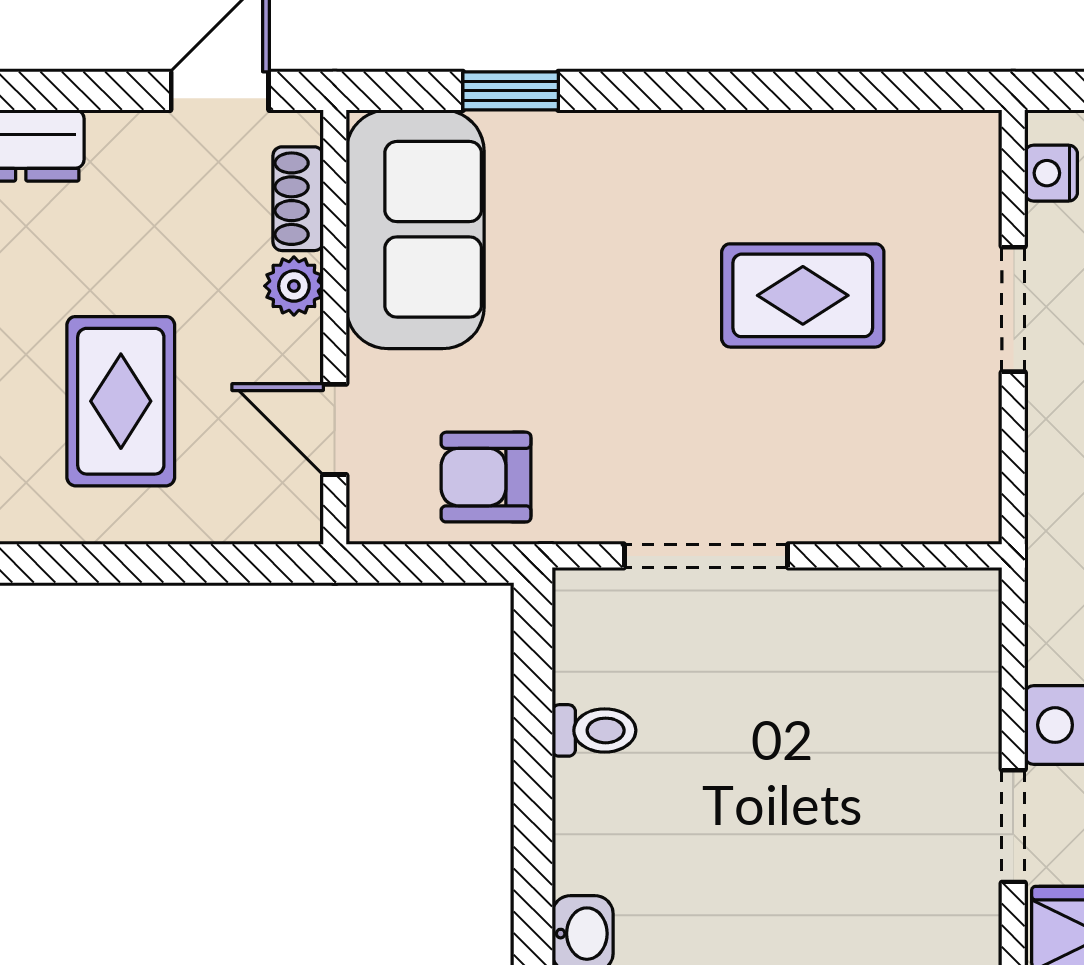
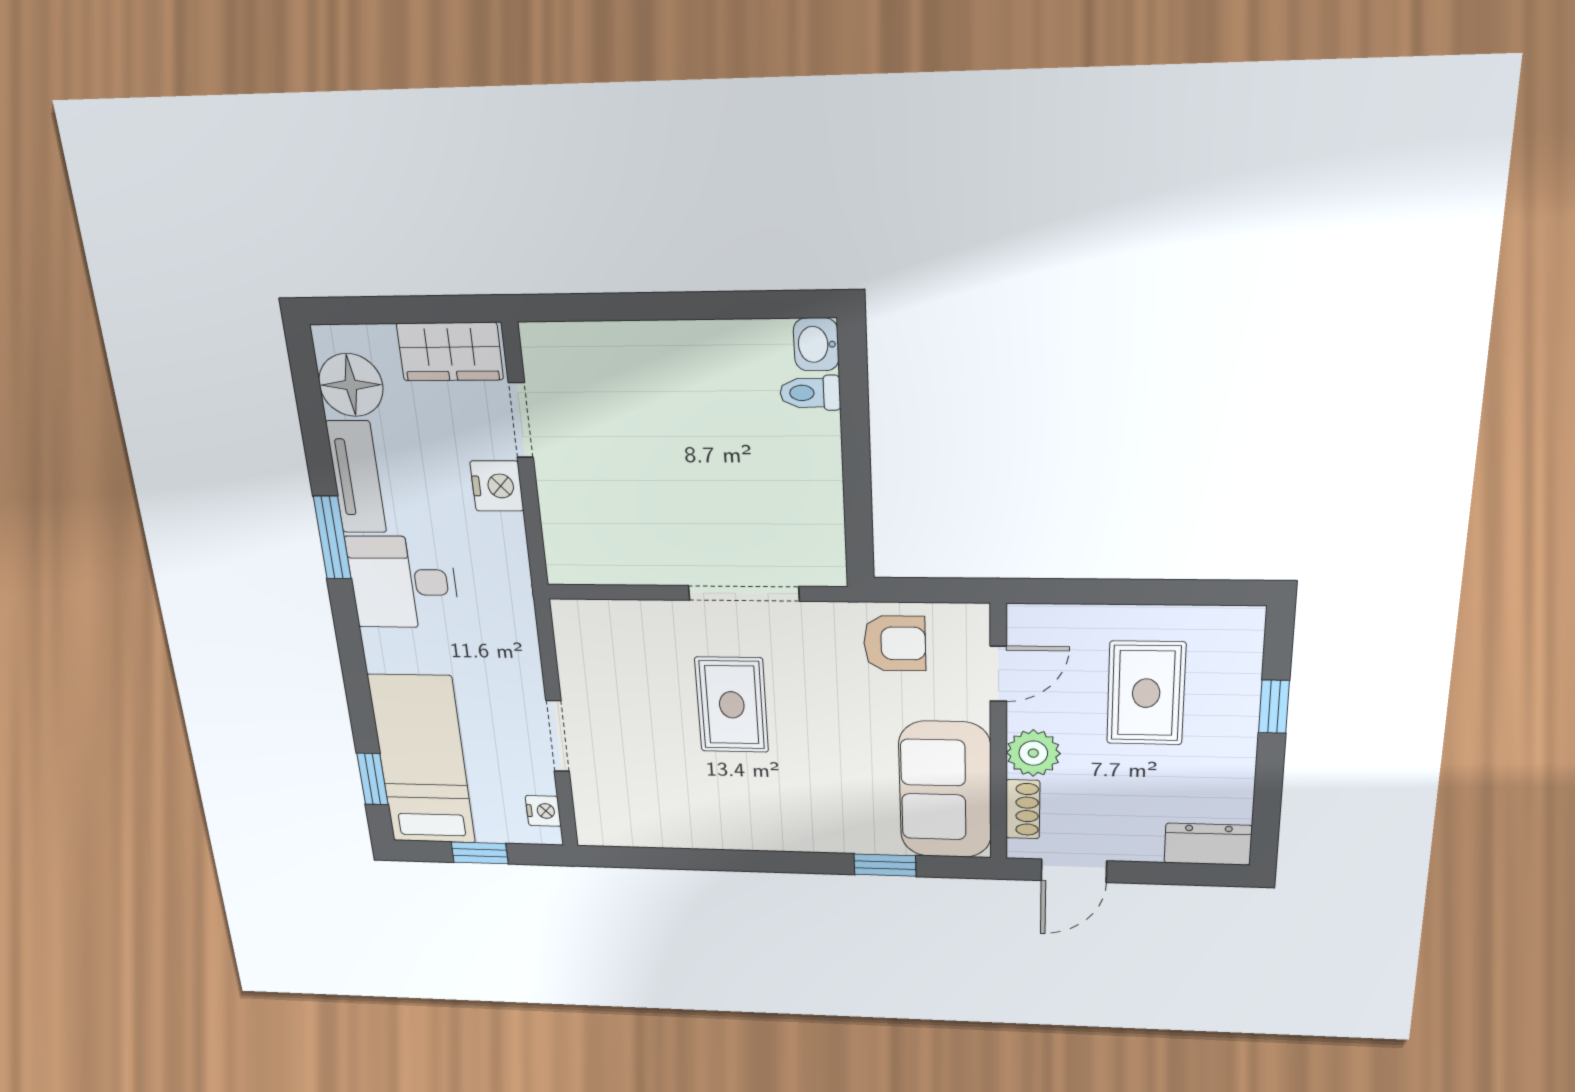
plant: (294, 286) -> (1033, 753), width x1.38, depth x1.38
rug: (803, 295) -> (732, 705), moved, turned 90
door: (335, 429) -> (998, 674), hinge flipped
toilet: (594, 730) -> (810, 393), moved

